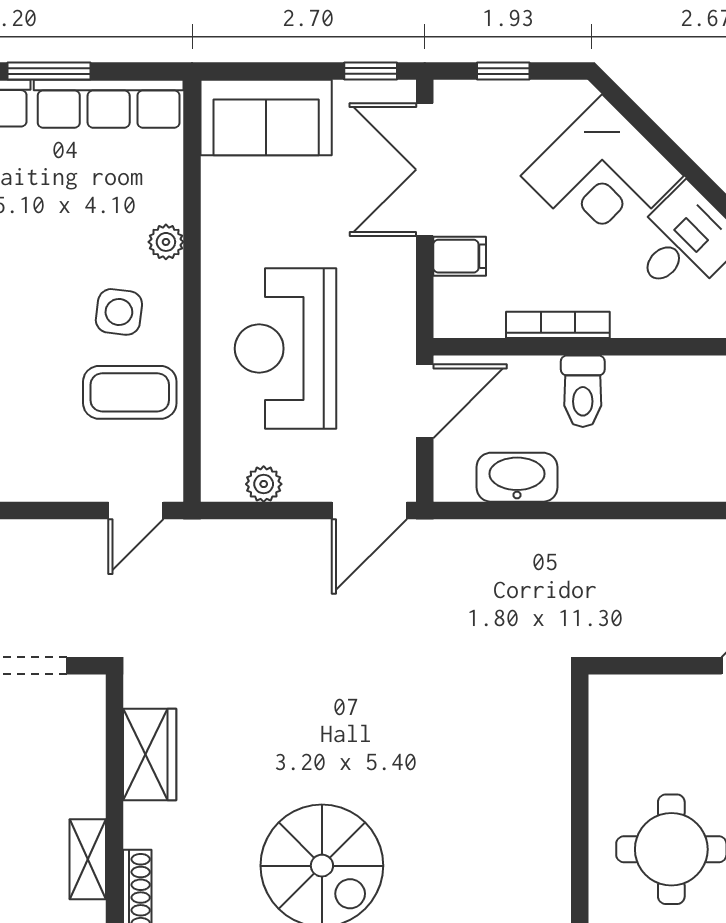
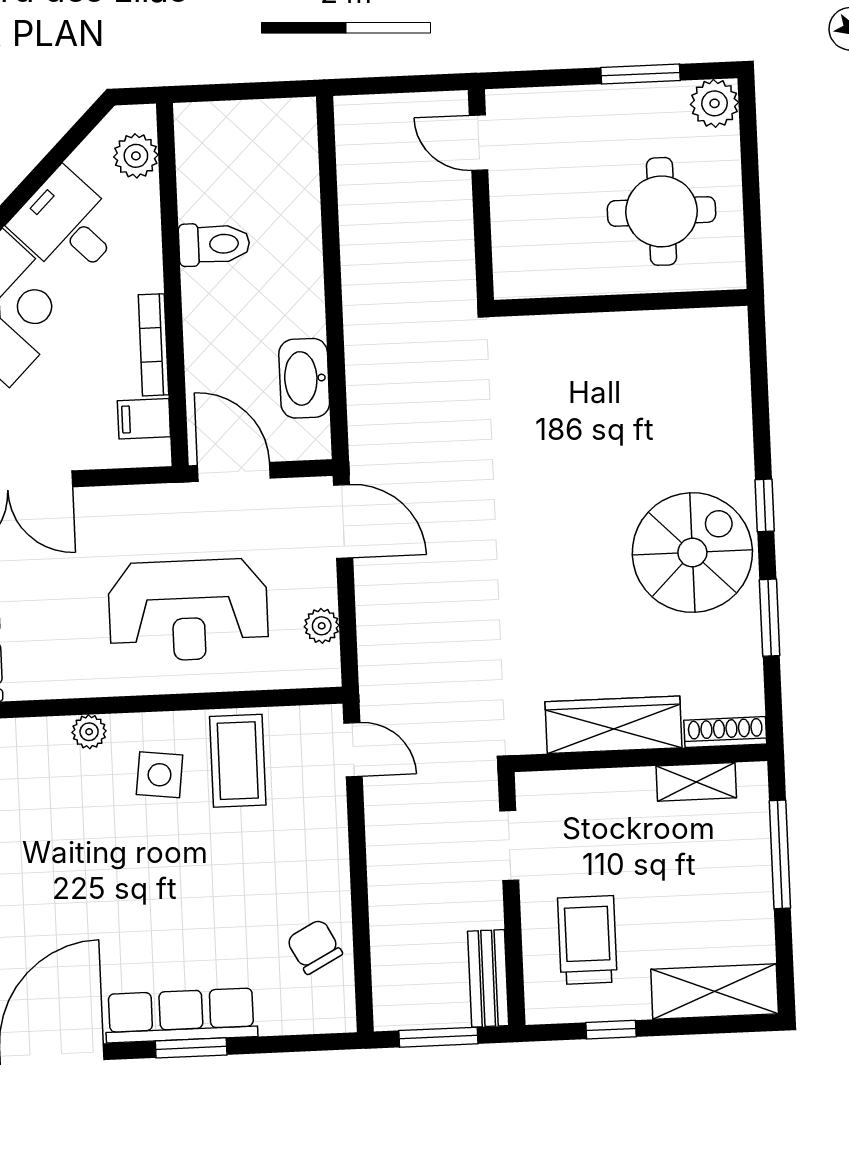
filing cabinet: (460, 256) -> (144, 419), moved, turned -90
toilet: (583, 391) -> (214, 244), moved
wardrobe: (150, 754) -> (613, 725), width x1.50

